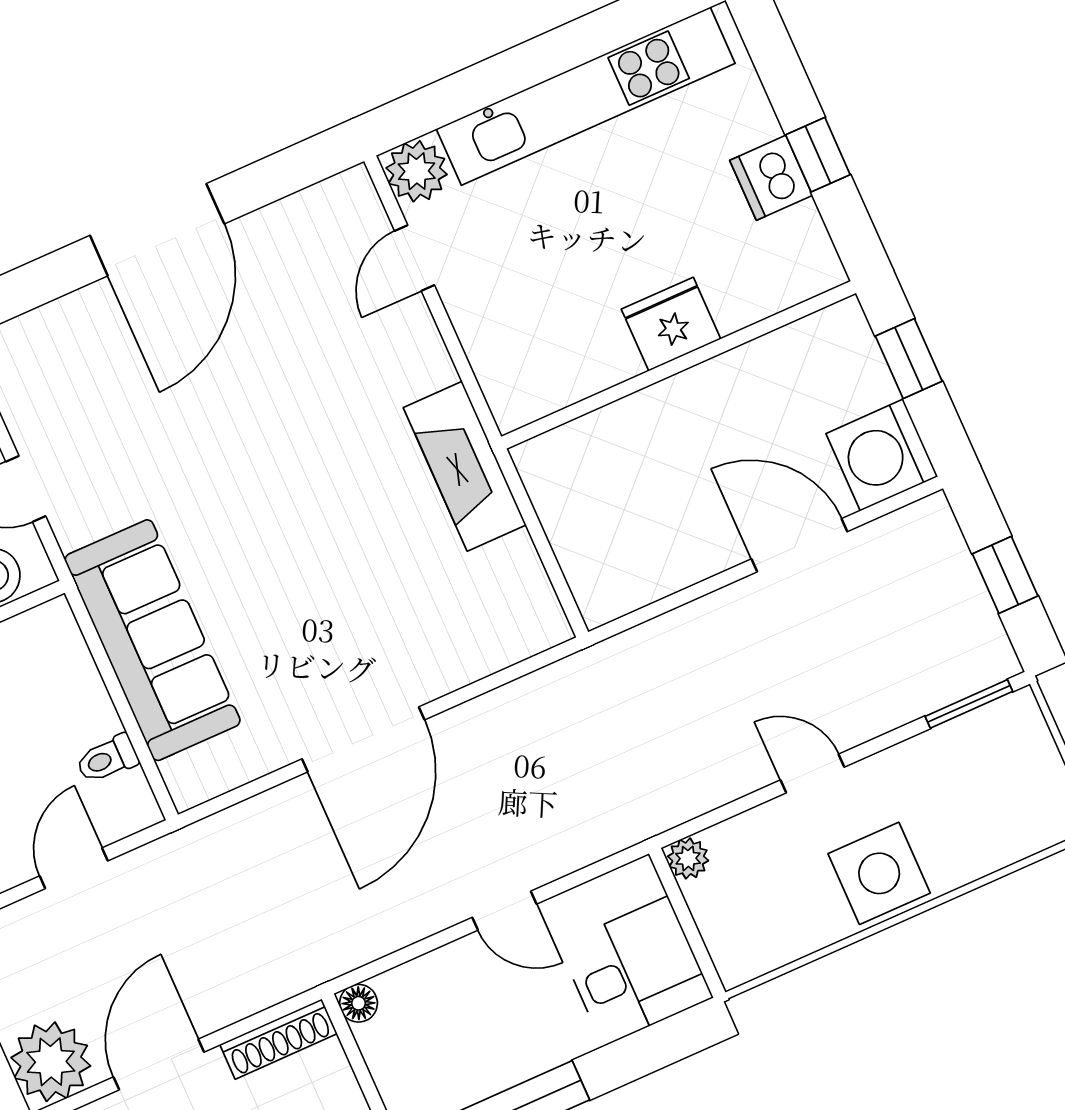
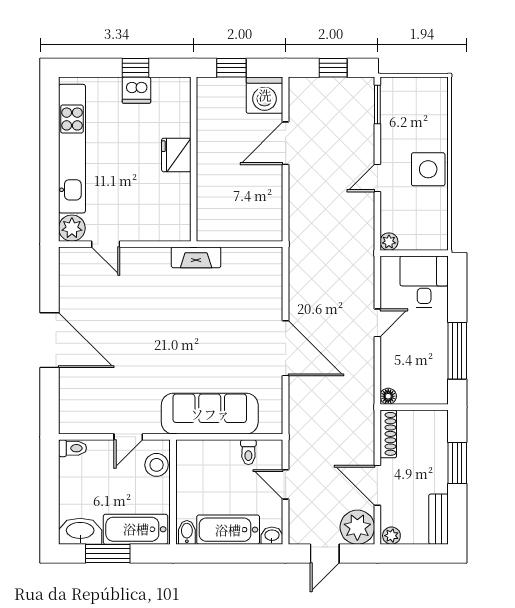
fireplace: (465, 466) -> (196, 257), width x0.73, depth x0.76

